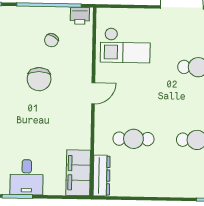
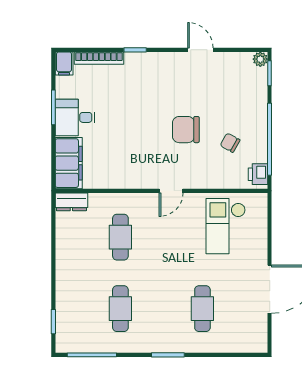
door: (93, 93) -> (171, 191), hinge flipped
filing cabinet: (78, 173) -> (69, 163), moved, turned 90
dresser: (102, 176) -> (71, 202), width x0.70

